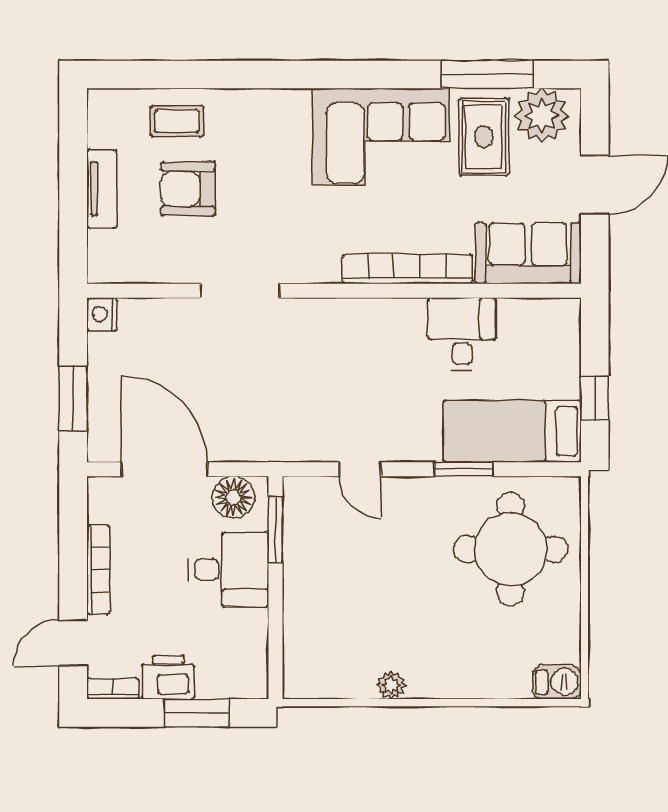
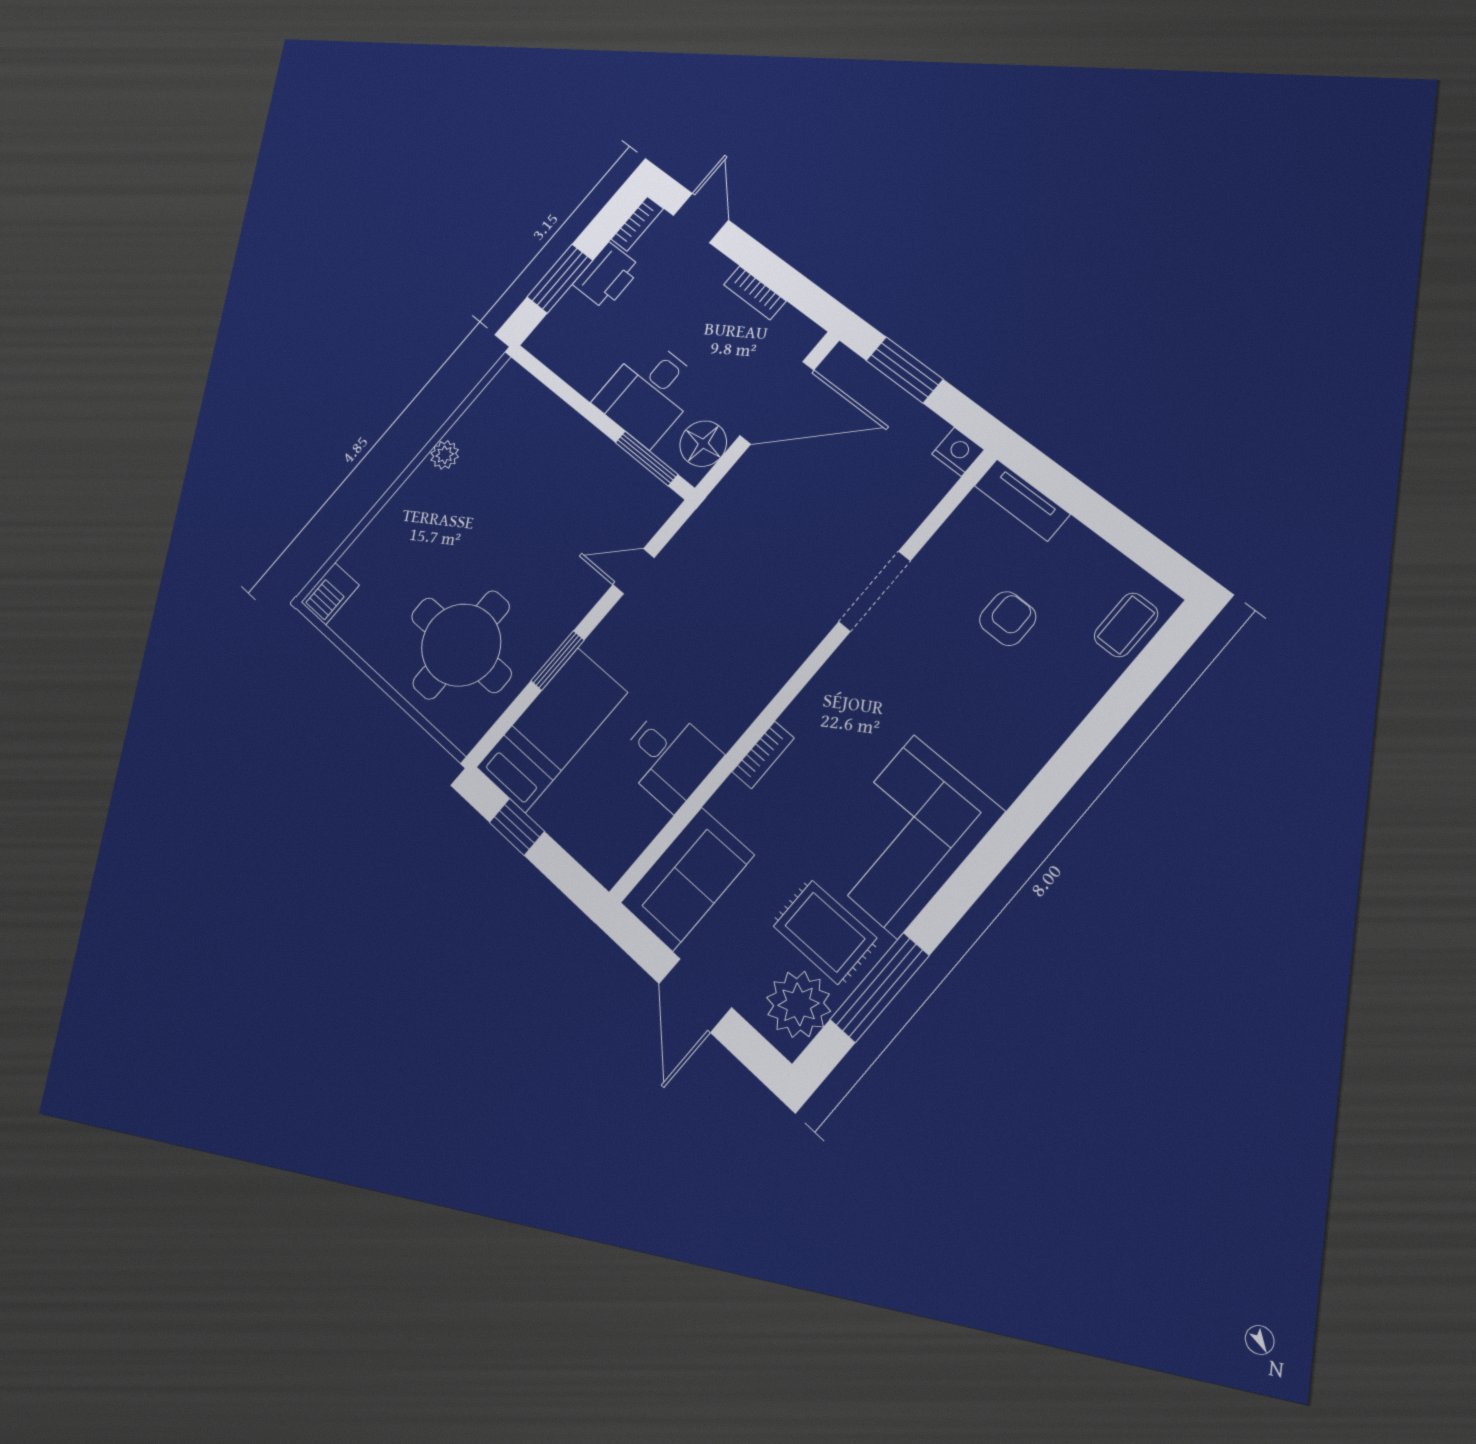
coffee table: (177, 121) -> (1126, 625), moved
tv unit: (102, 189) -> (1022, 500), moved
armchair: (188, 189) -> (1008, 619), width x0.72, depth x0.72
bookcase: (407, 269) -> (763, 755), width x0.43, depth x0.76
bookcase: (98, 570) -> (755, 293), width x0.64

